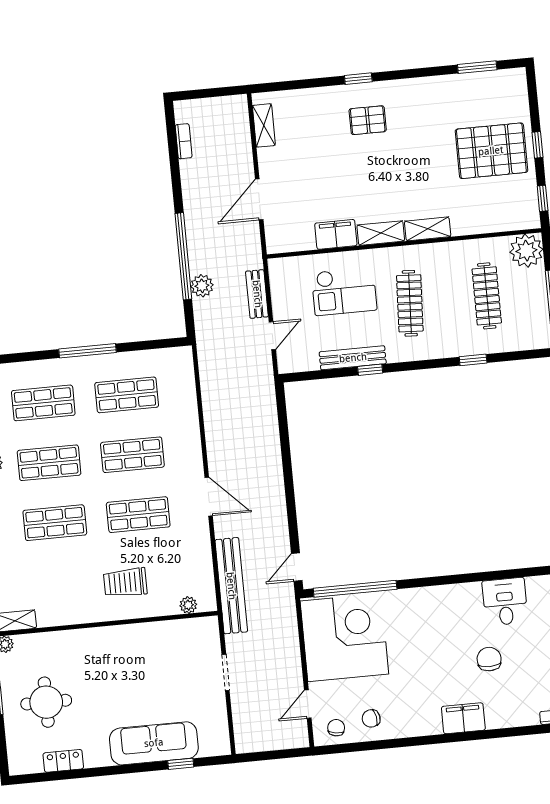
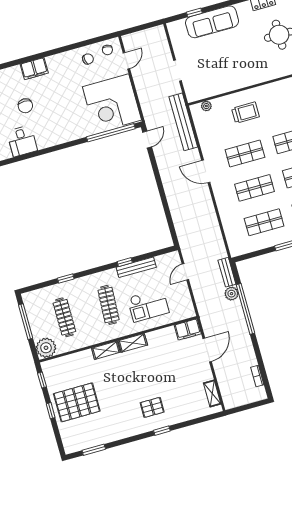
filing cabinet: (336, 234) -> (188, 329), moved
checkout: (344, 291) -> (148, 305), turned 180
bench: (257, 294) -> (227, 272), moved

